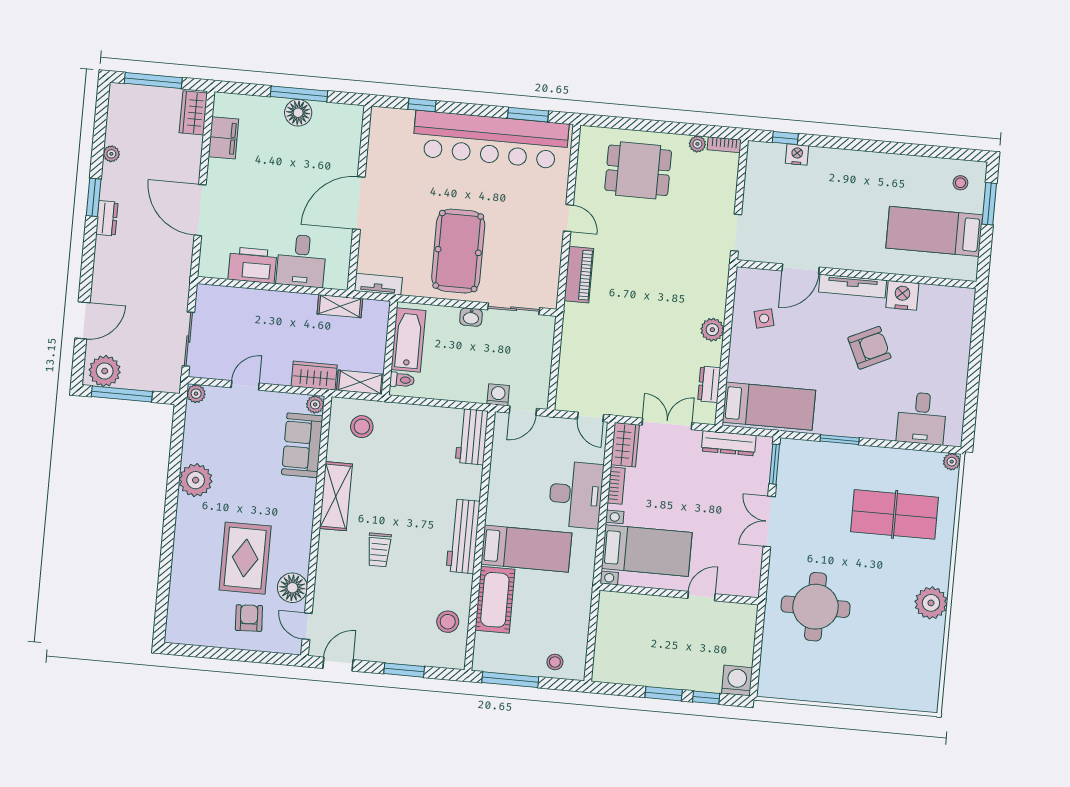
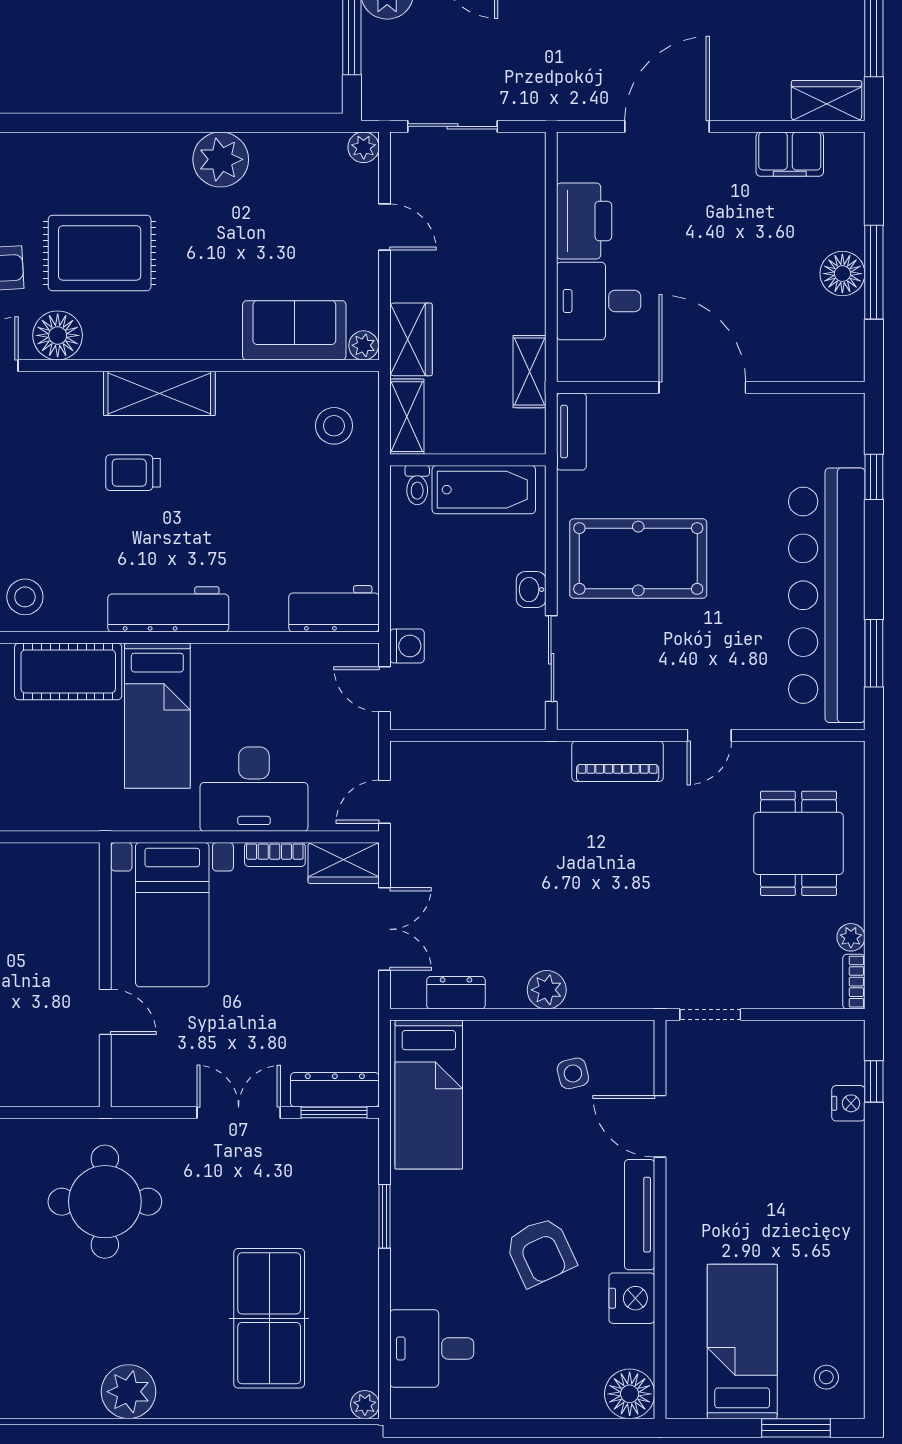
floor lamp: (960, 302) -> (630, 1394), added
dresser: (729, 443) -> (335, 1090), moved, turned 90
shelving: (336, 496) -> (159, 393), moved

